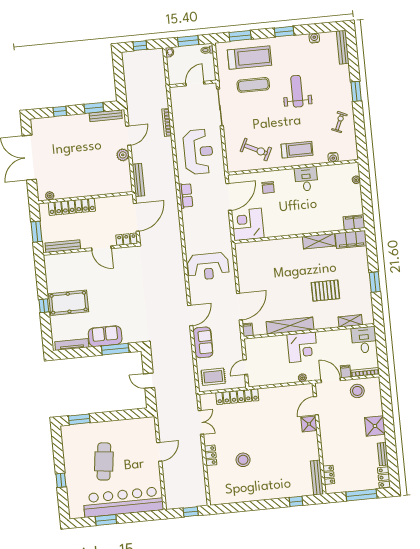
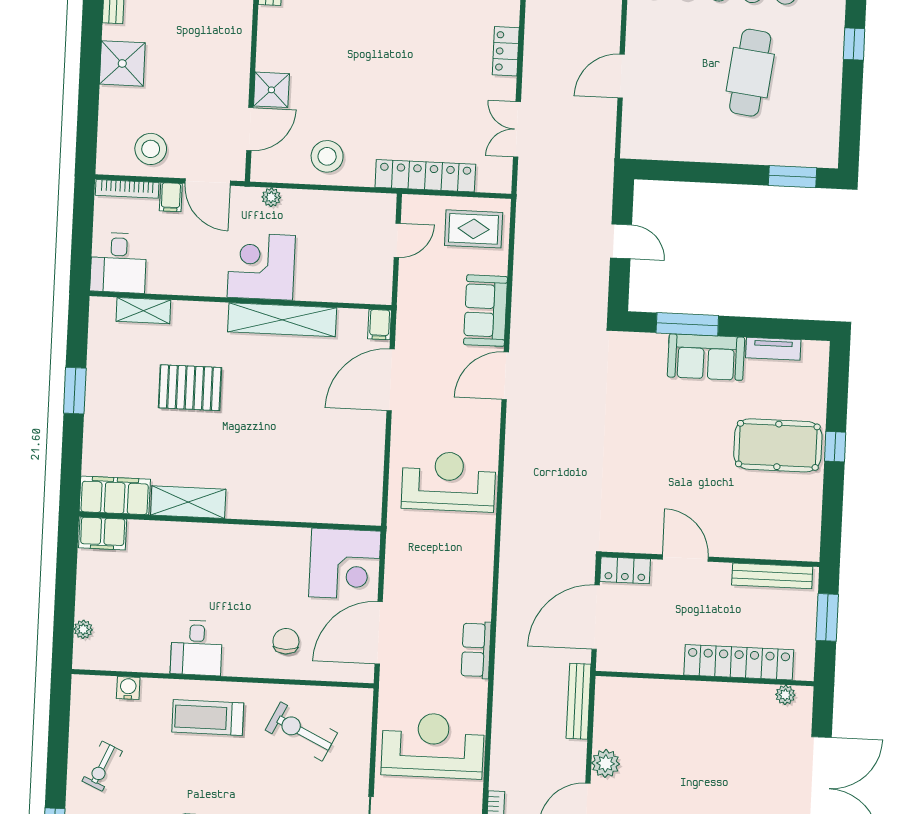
reception desk: (198, 152) -> (433, 745), turned 90
tv unit: (72, 344) -> (773, 349), width x0.71
stool: (243, 460) -> (327, 156), moved

